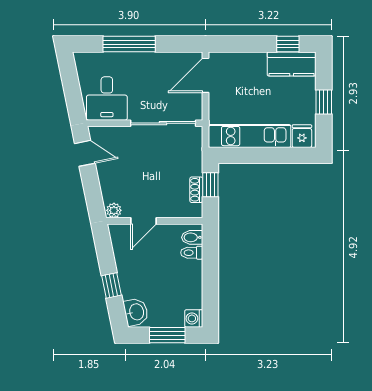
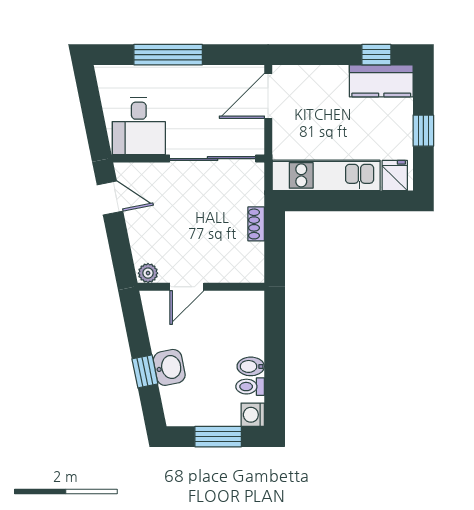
window: (210, 185) -> (275, 239), removed
shoe rack: (196, 190) -> (256, 224), moved
bidet: (192, 237) -> (251, 366), moved
toilet: (192, 253) -> (250, 387), moved
washbasin: (136, 312) -> (169, 367), moved

